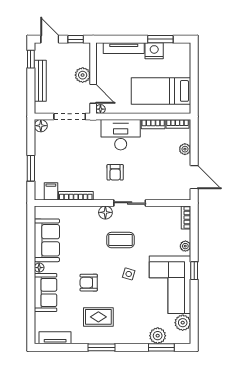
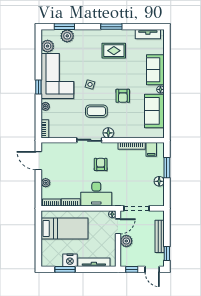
door: (93, 94) -> (118, 226), swing flipped
floor lamp: (41, 126) -> (159, 181), moved
armchair: (89, 283) -> (123, 96), moved, turned 90

